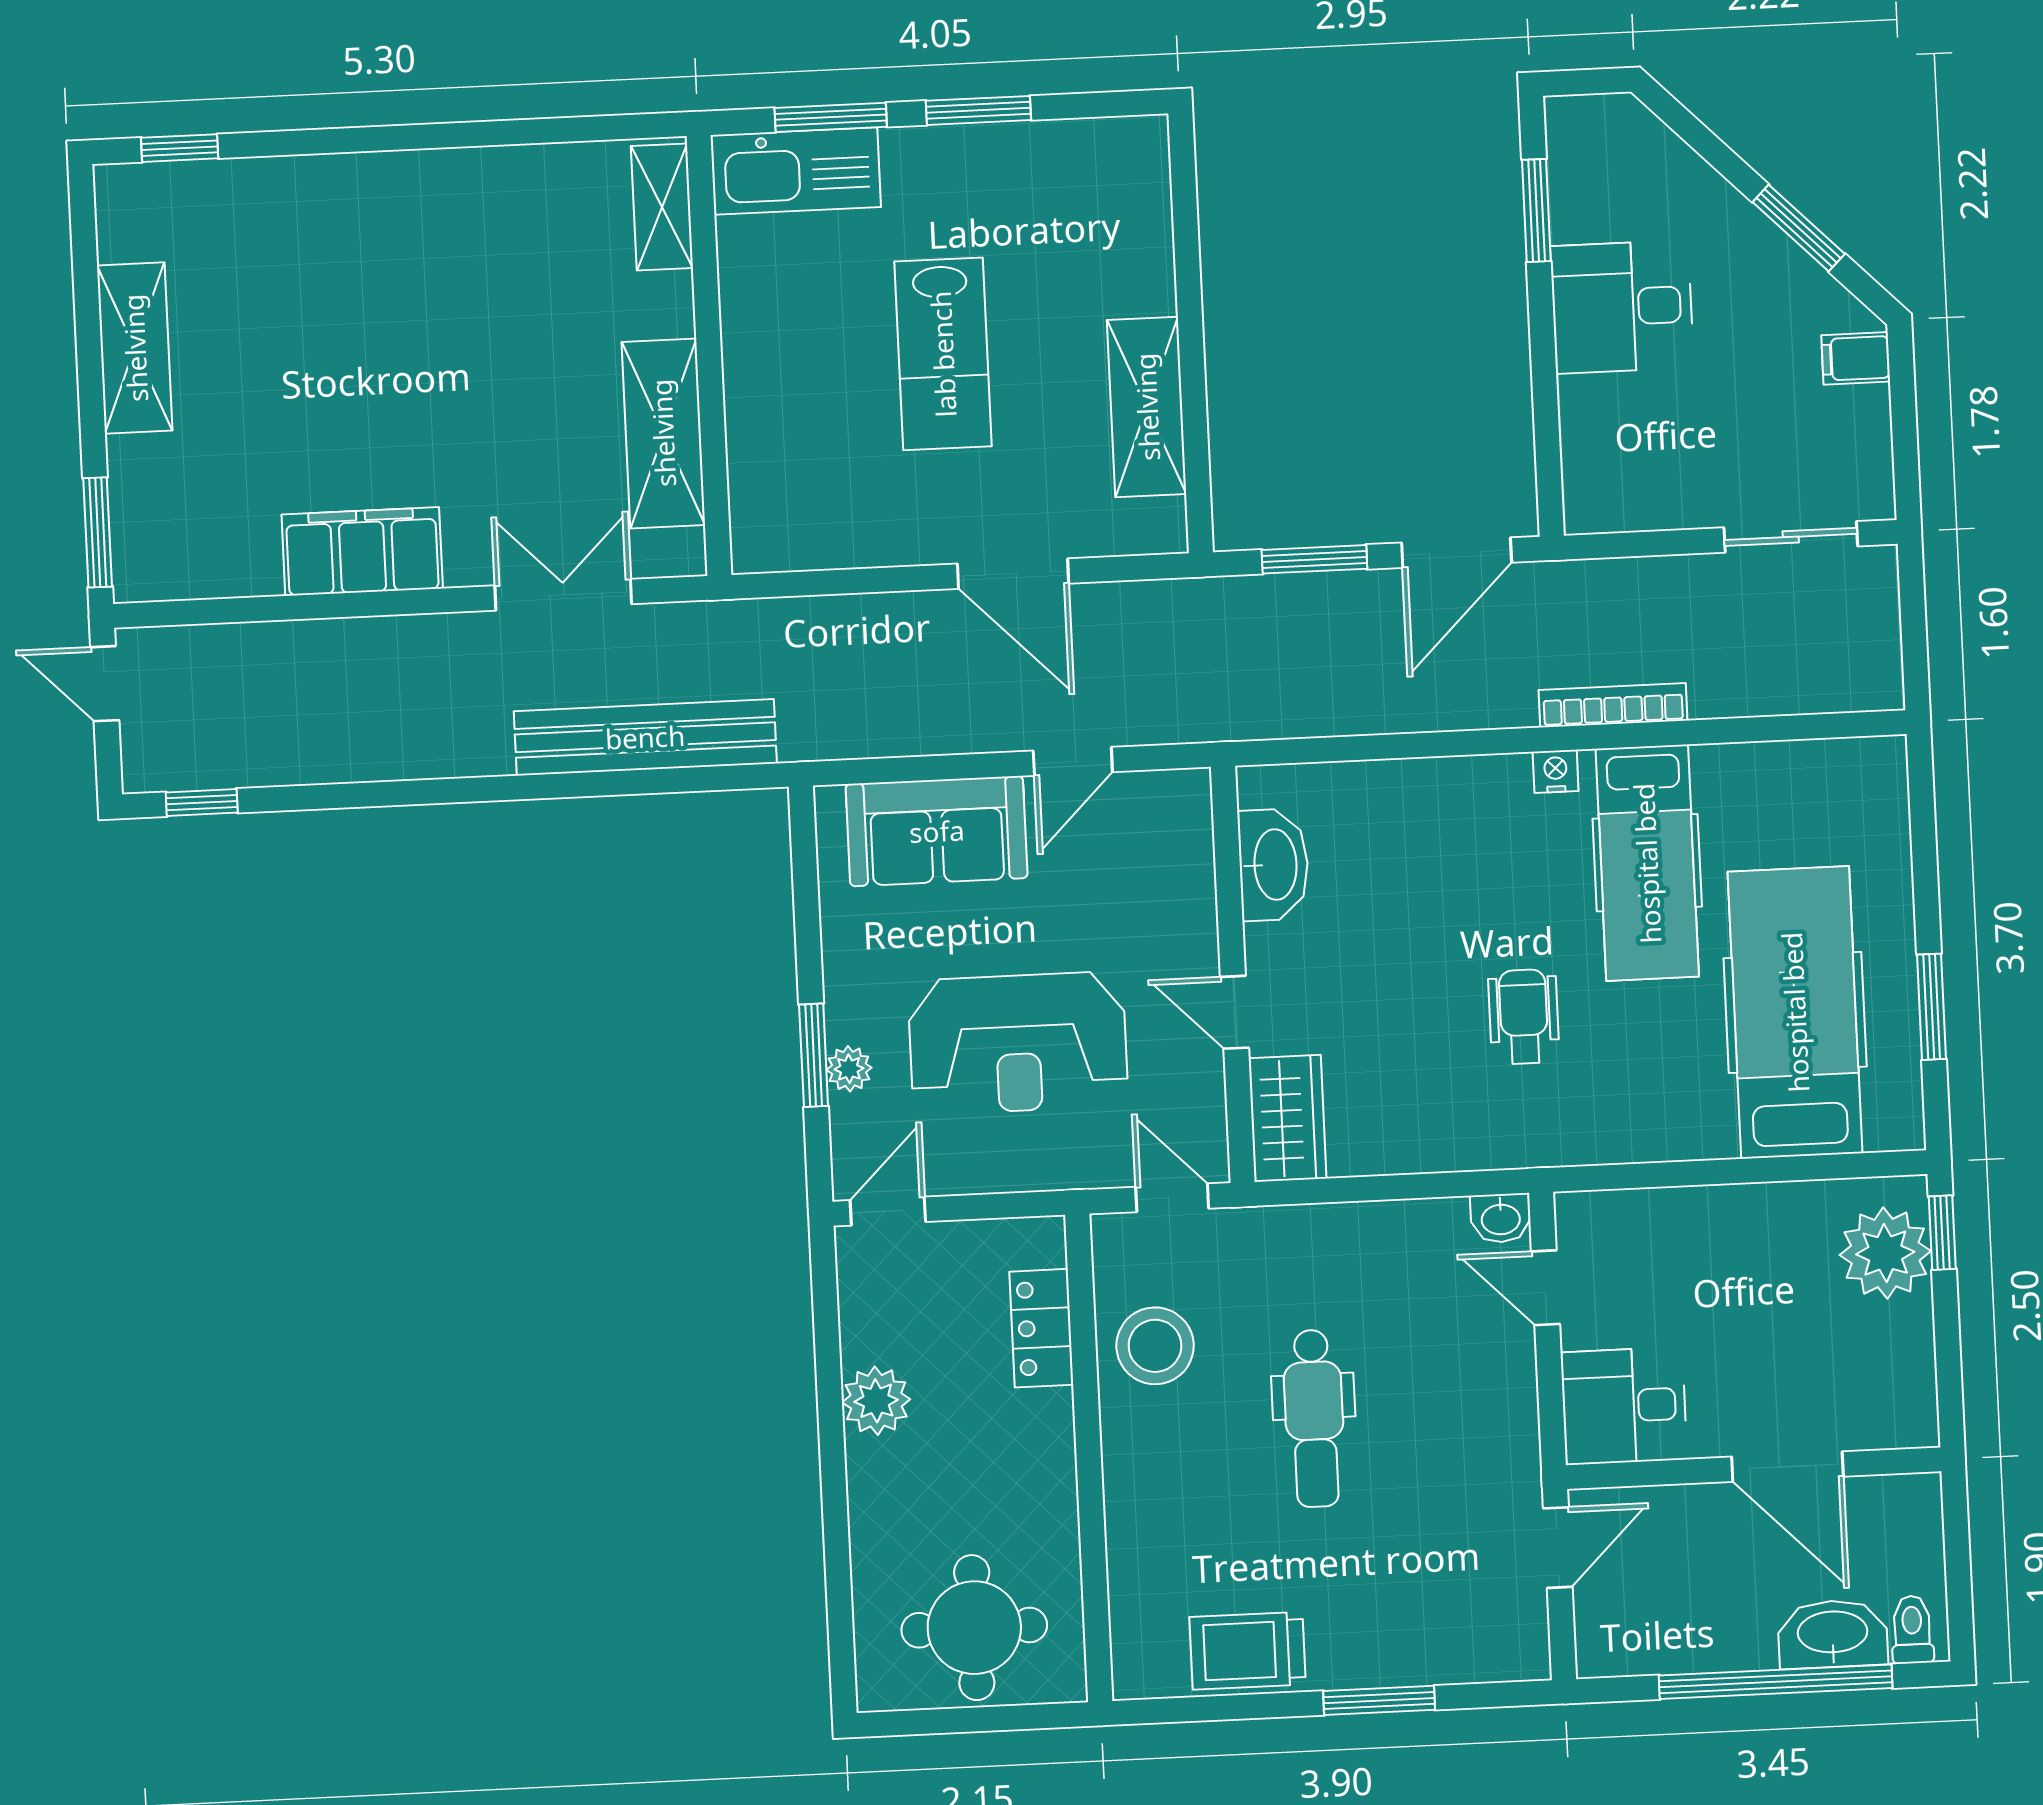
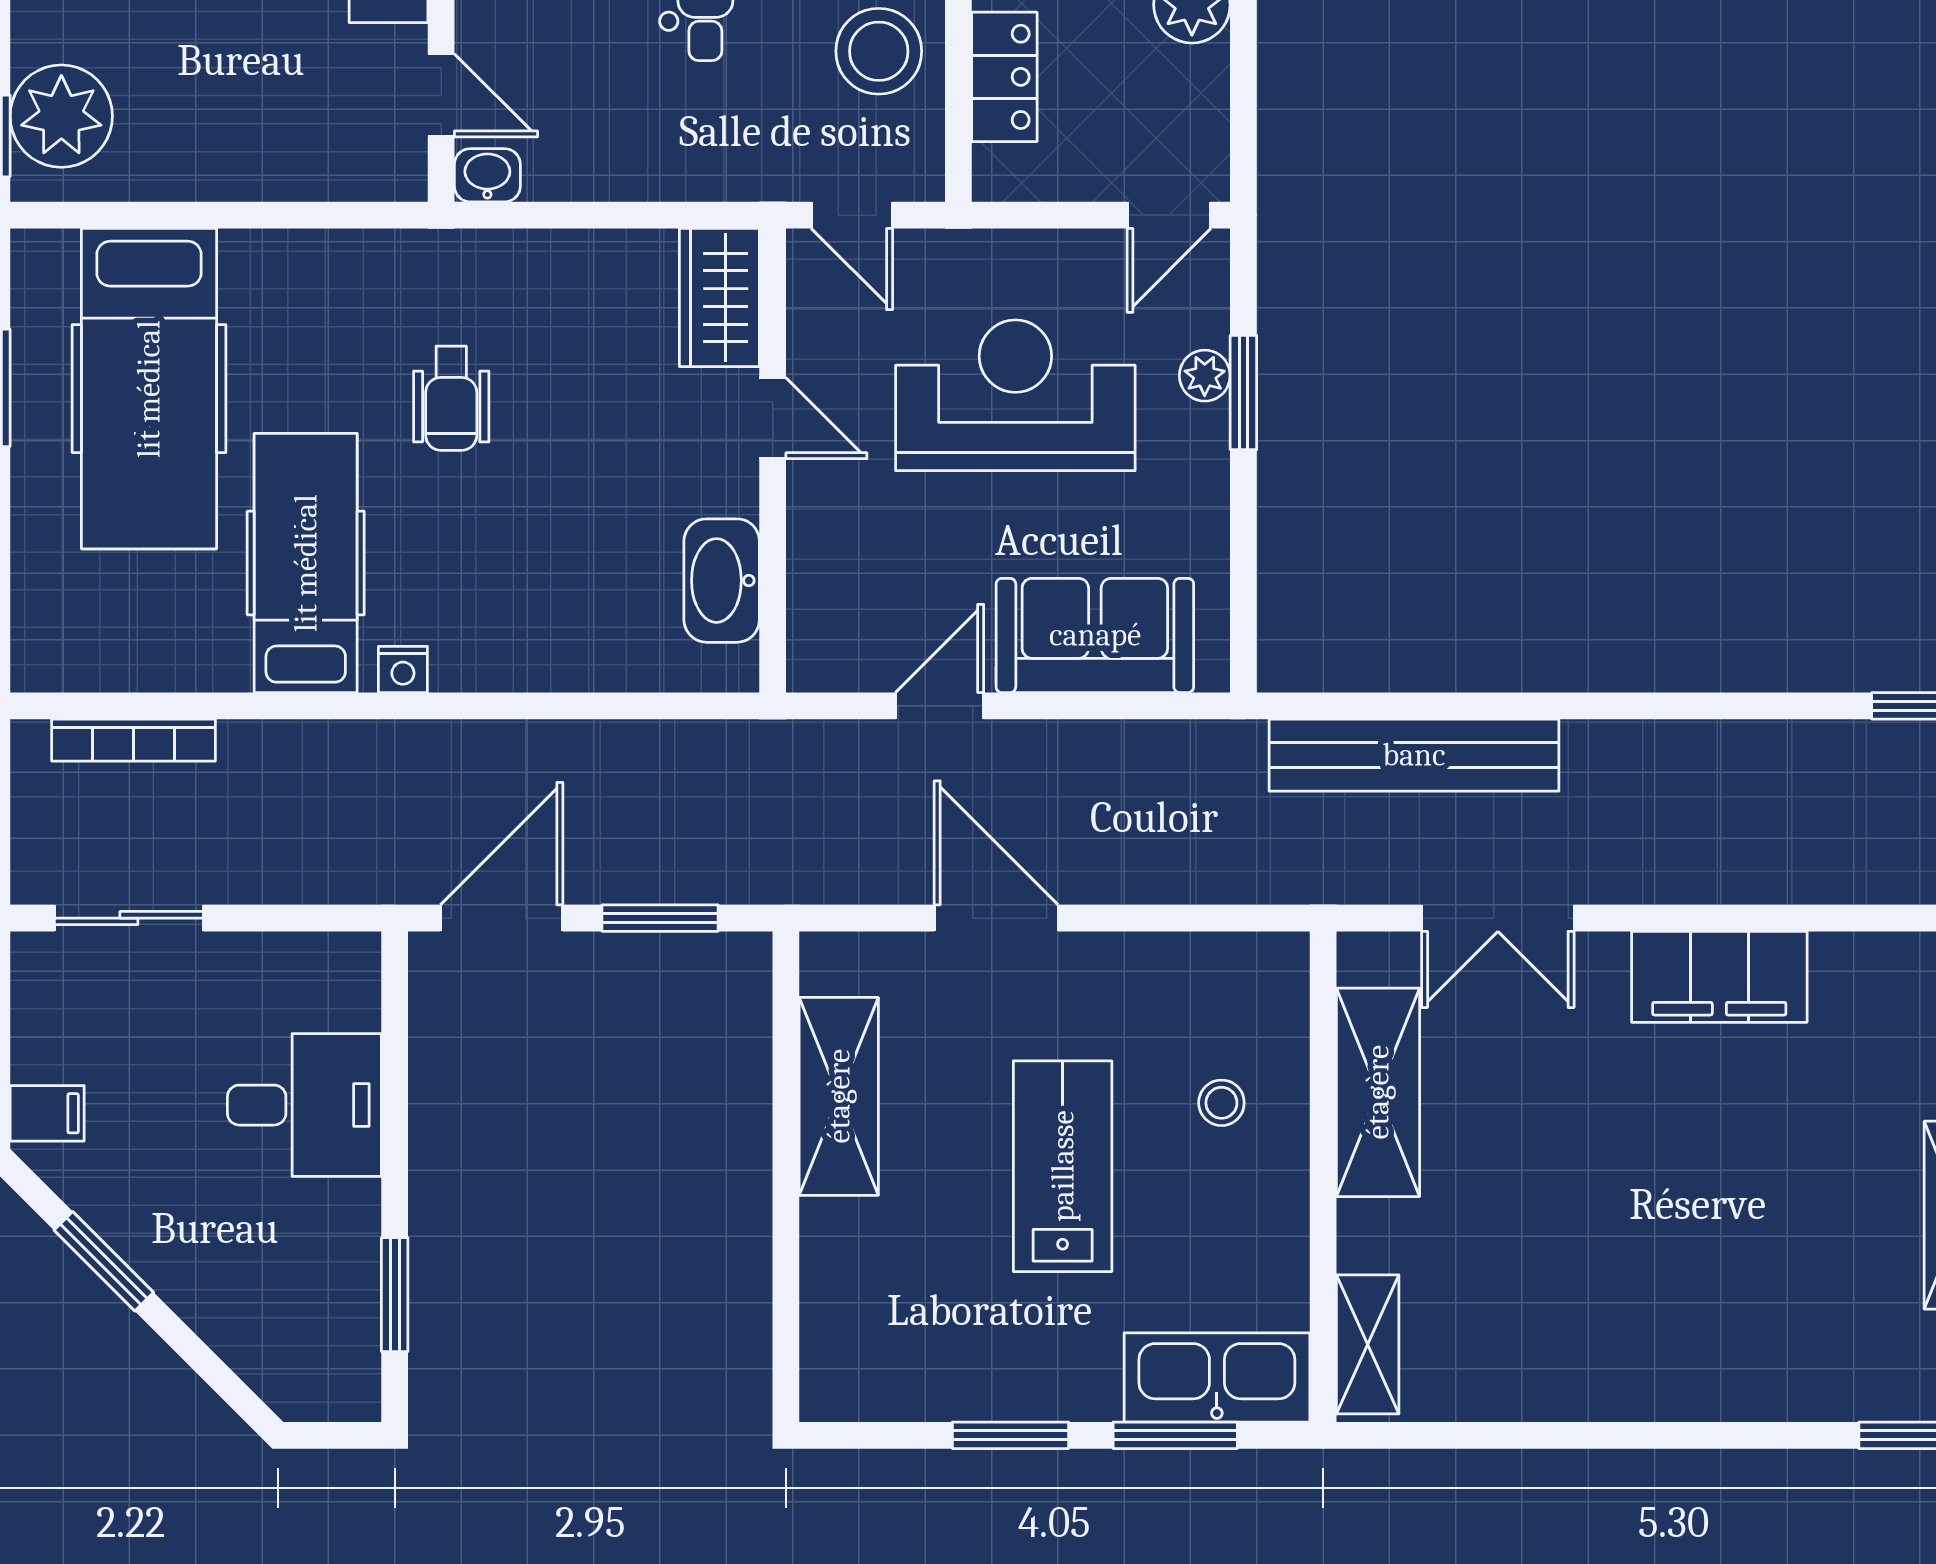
desk: (1622, 307) -> (304, 1105), moved
stool: (803, 417) -> (1221, 1103), added
bookcase: (1613, 705) -> (134, 740), moved

